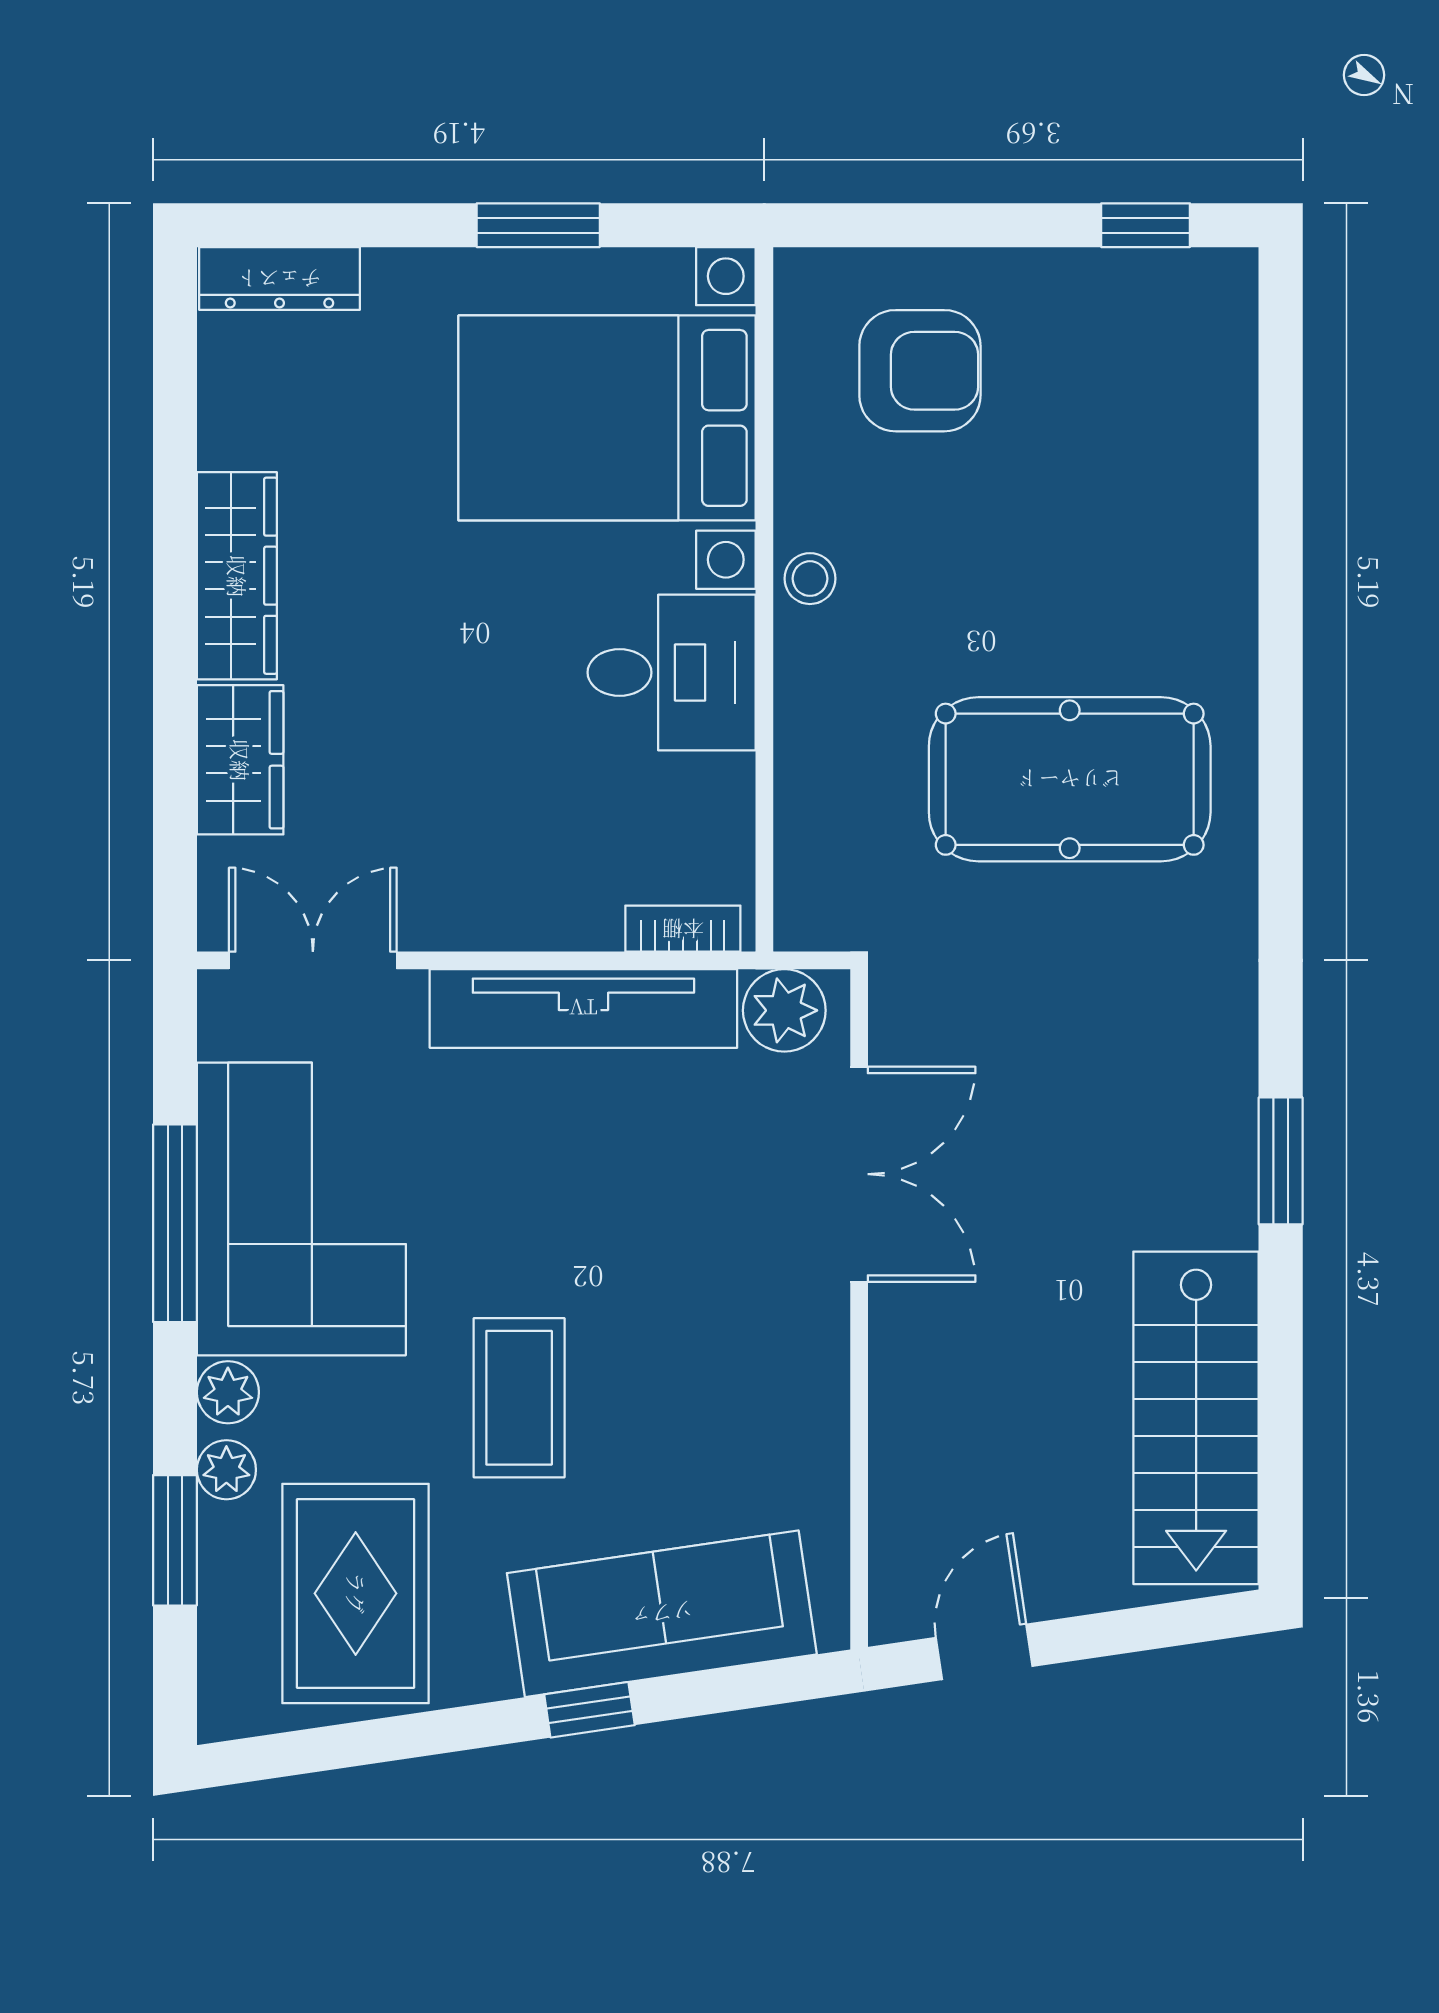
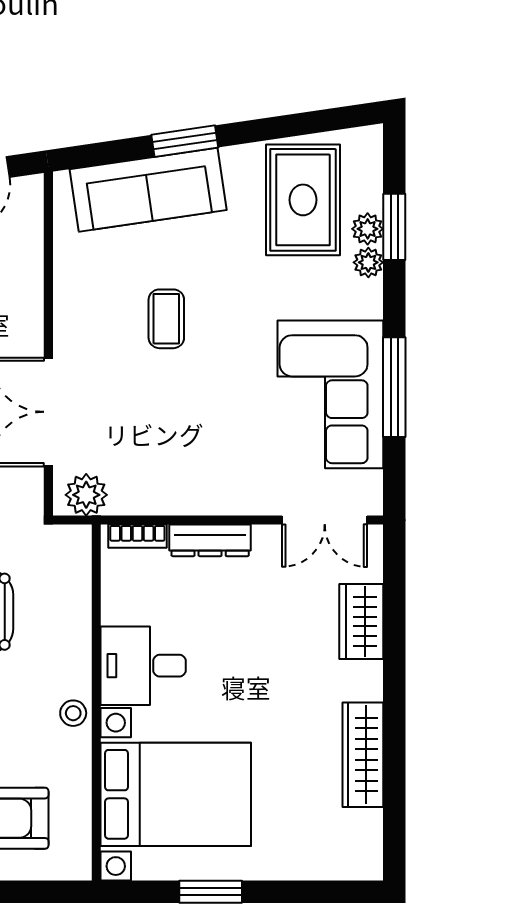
dresser: (279, 279) -> (210, 540), moved, turned 180
wardrobe: (237, 576) -> (363, 755), moved
tv unit: (583, 1008) -> (188, 496), removed
plant: (228, 1392) -> (368, 229), moved
coffee table: (519, 1398) -> (166, 319), moved, width x0.73, depth x0.77
window: (589, 1710) -> (185, 141), width x1.50

